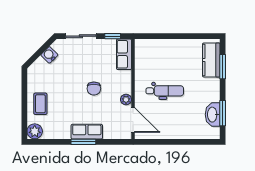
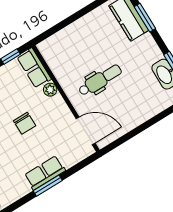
plant: (126, 99) -> (50, 90), moved

